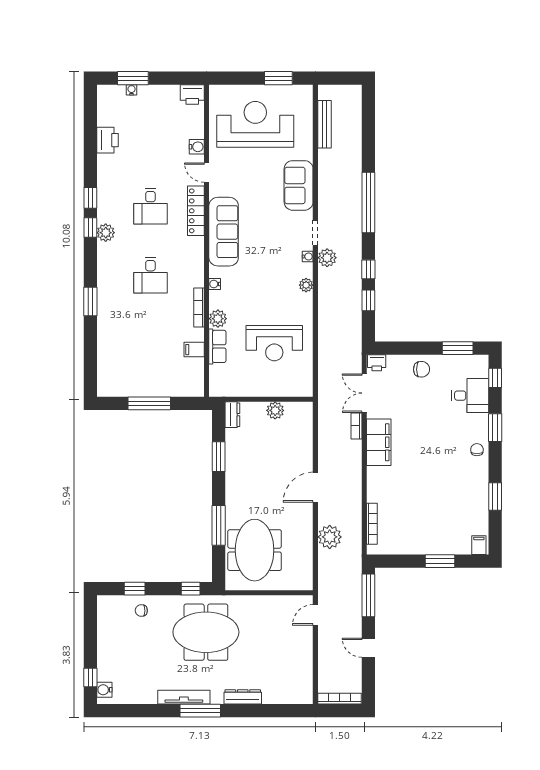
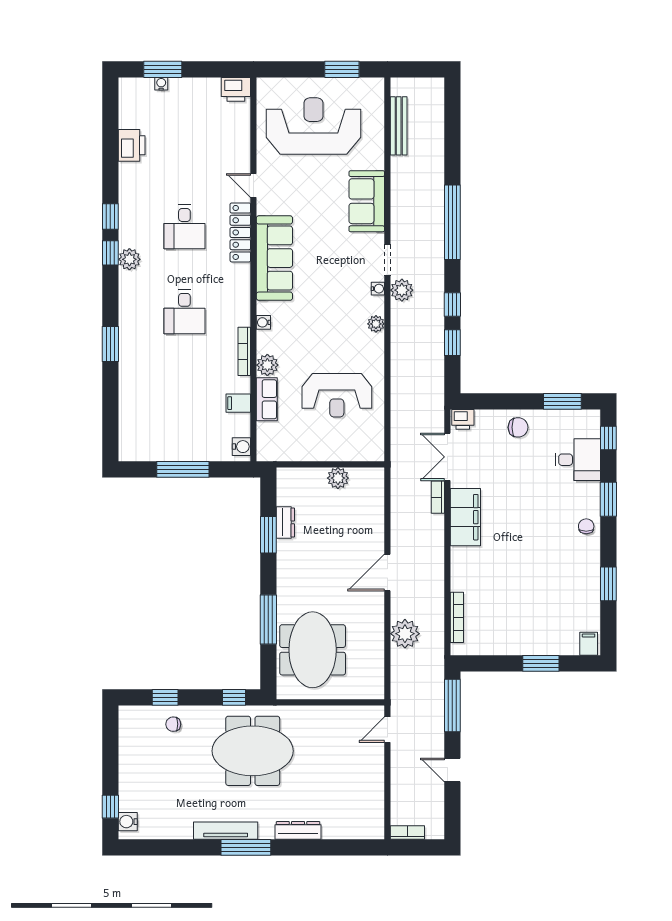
water cooler: (197, 147) -> (241, 447), moved
dresser: (232, 415) -> (285, 522), moved
bookcase: (339, 699) -> (407, 833), width x0.64

